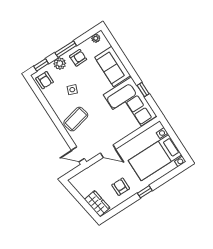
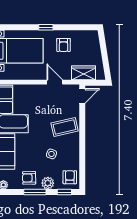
door: (78, 154) -> (82, 96), hinge flipped
wardrobe: (97, 204) -> (84, 73), moved, turned 99

